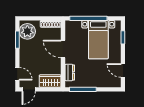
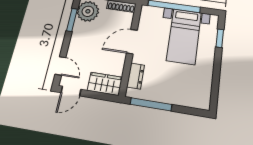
door: (63, 49) -> (132, 42), hinge flipped
door: (123, 70) -> (215, 86), removed

